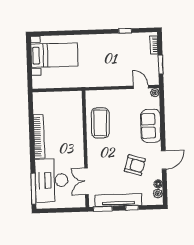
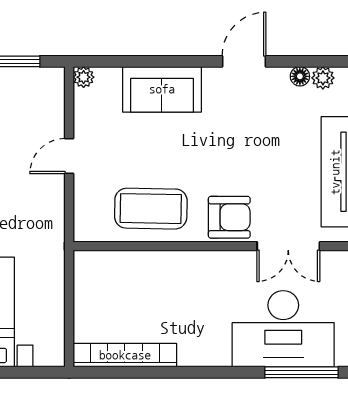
door: (141, 87) -> (69, 156), moved
bookcase: (39, 136) -> (125, 355), moved
door: (164, 160) -> (244, 61), hinge flipped
armchair: (135, 165) -> (229, 217), moved, turned 73

